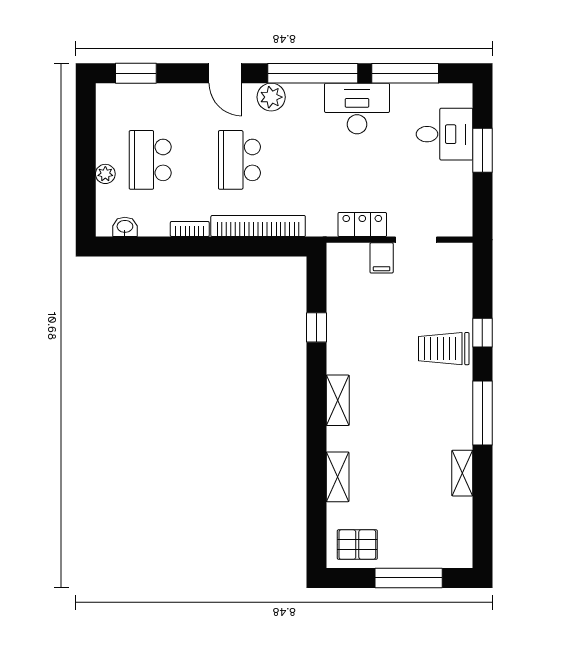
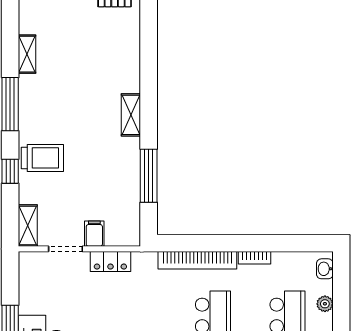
washbasin: (125, 227) -> (325, 269), moved, turned 90
window: (317, 327) -> (149, 176), width x2.17
shelving: (338, 477) -> (28, 225), moved

